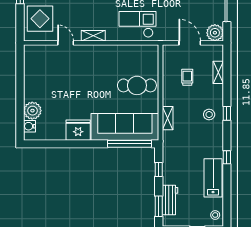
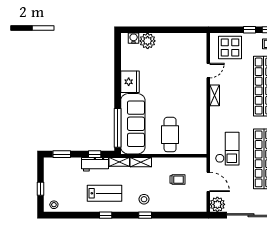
checkout: (138, 24) -> (227, 149), moved
door: (190, 43) -> (208, 182), hinge flipped
shelving: (218, 72) -> (119, 162), moved
lab bench: (213, 178) -> (105, 193), moved
workbench: (170, 200) -> (95, 164), moved

